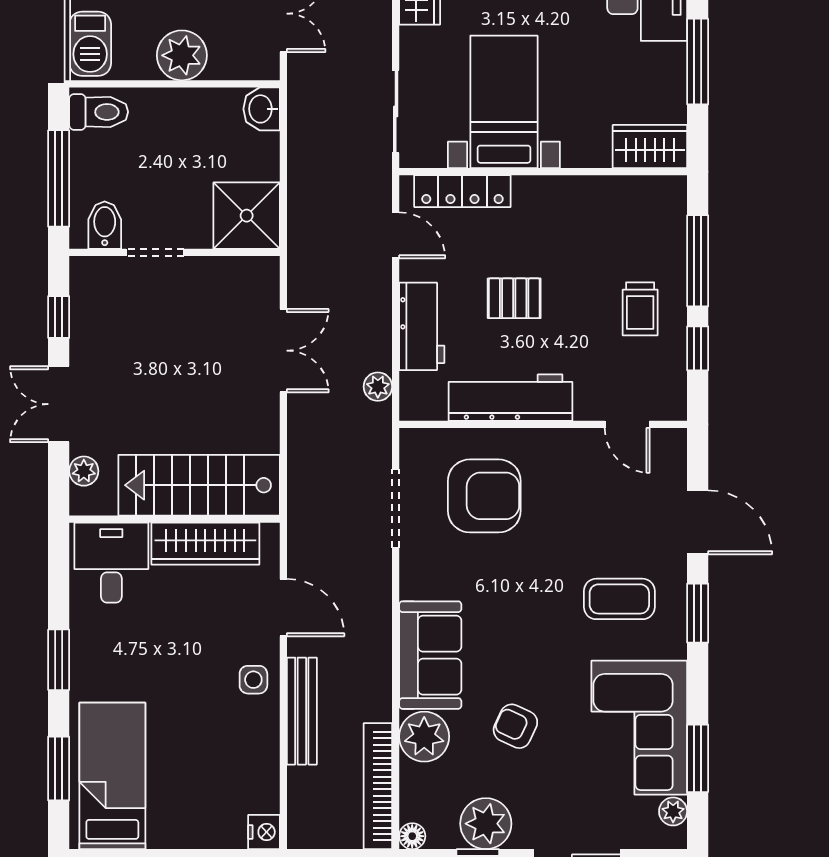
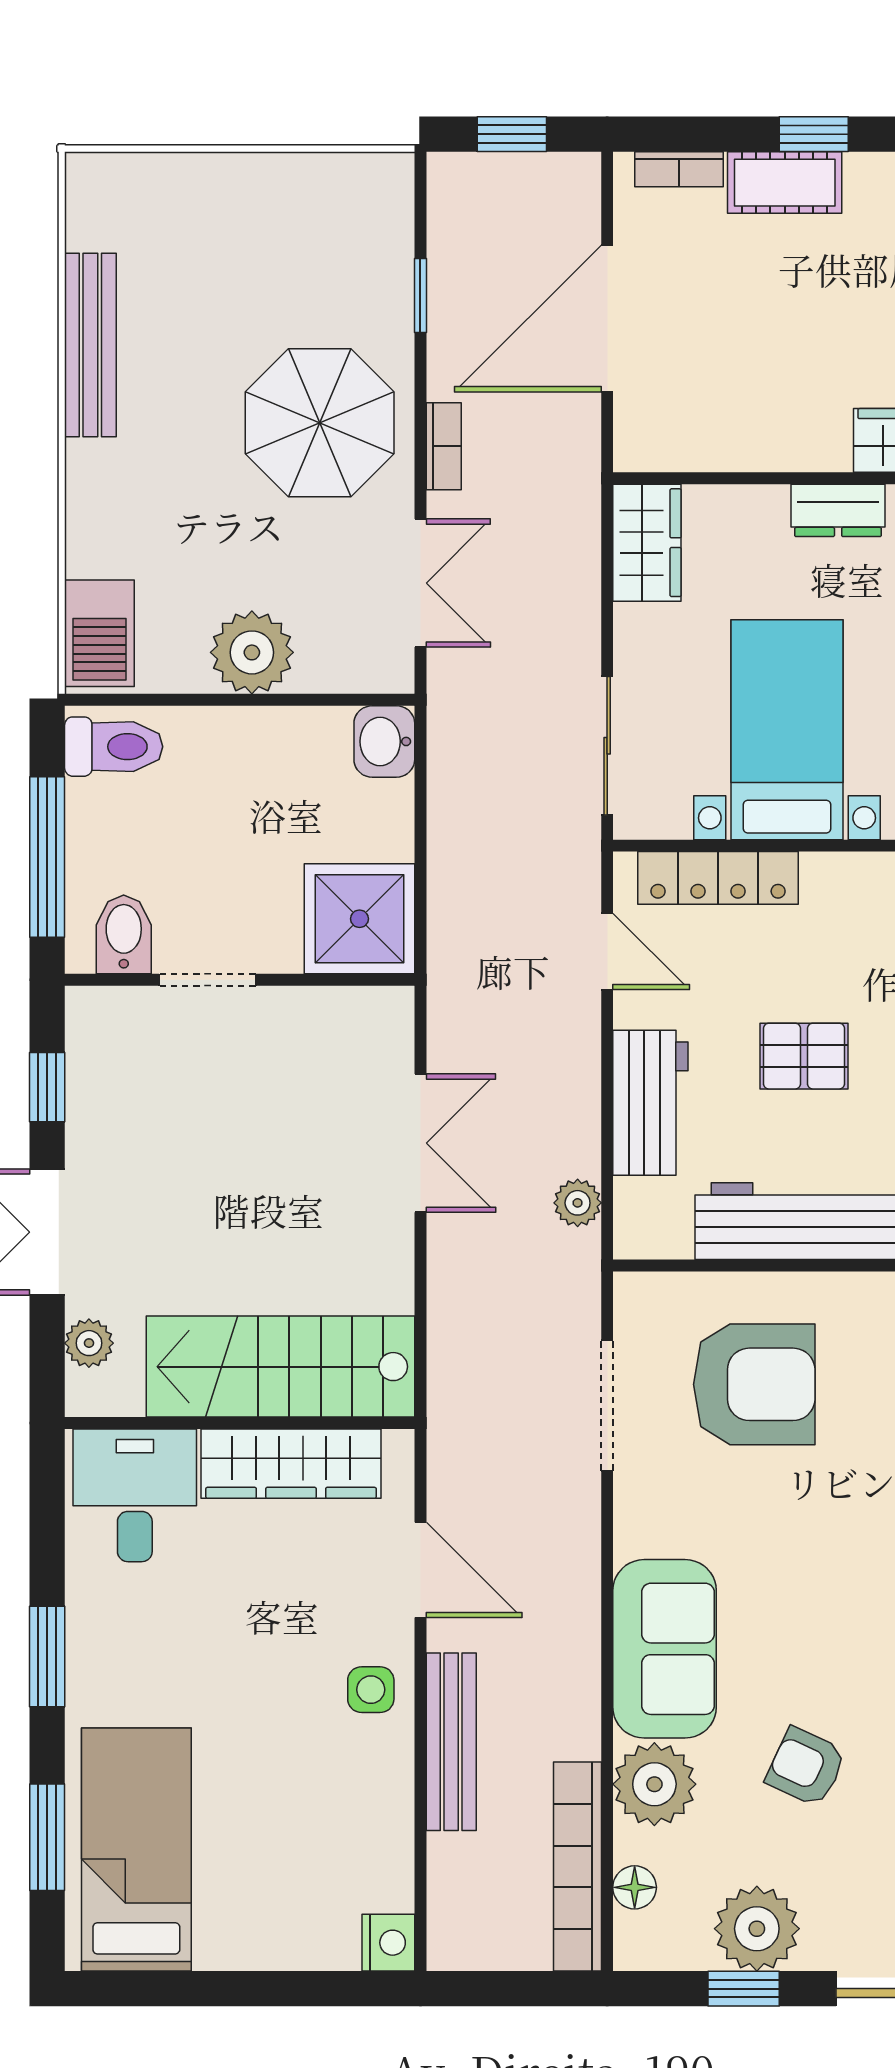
floor lamp: (412, 836) -> (635, 1887), moved

